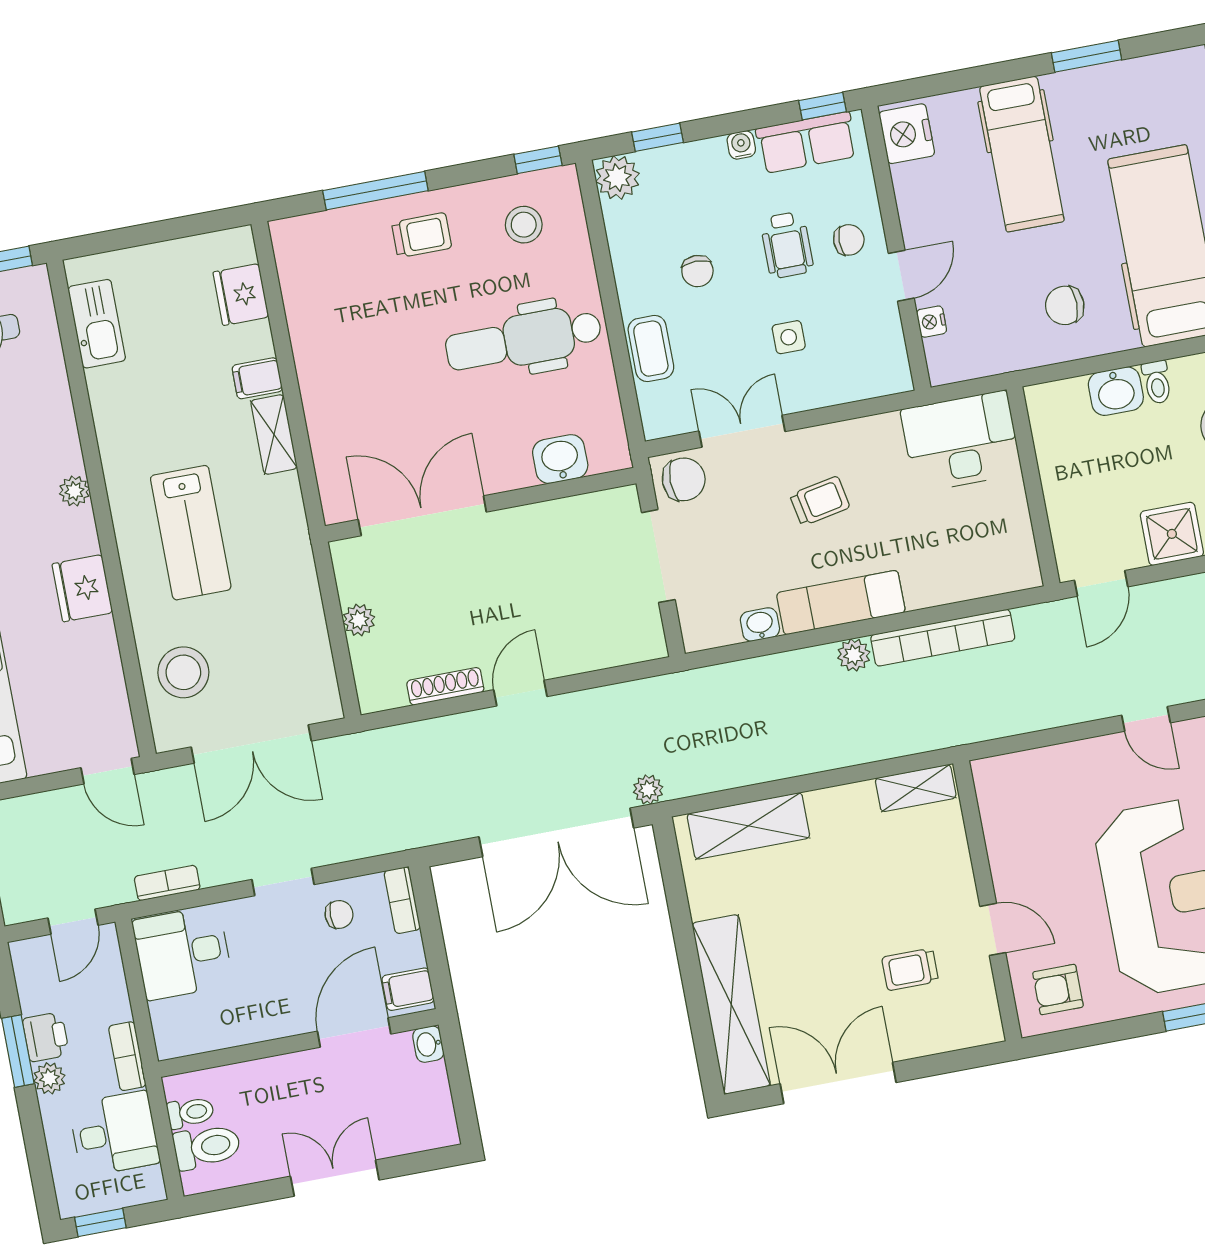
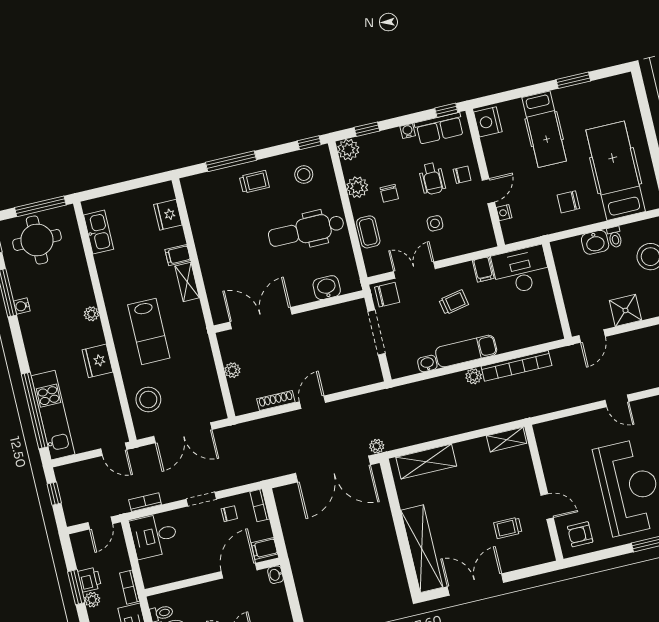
plant: (632, 256) -> (357, 187), added
filing cabinet: (884, 436) -> (483, 269), added

